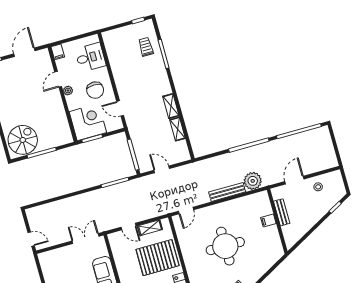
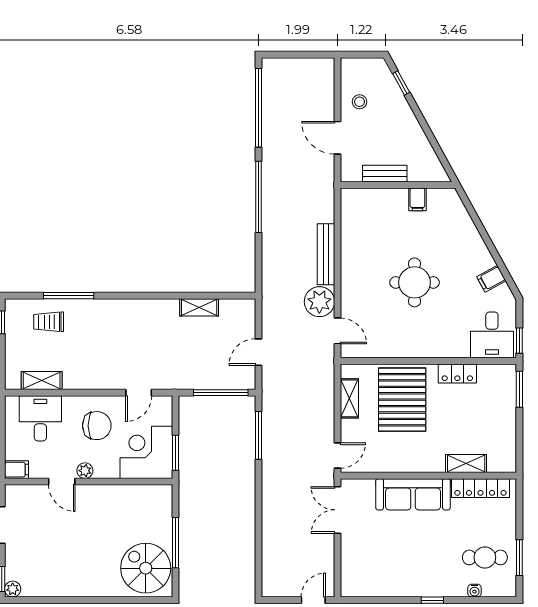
shelving: (171, 106) -> (42, 380), moved
plant: (253, 181) -> (319, 302), moved
filing cabinet: (268, 220) -> (417, 199), moved
door: (129, 227) -> (338, 455), moved
round table: (225, 246) -> (415, 282), width x0.73, depth x0.73

